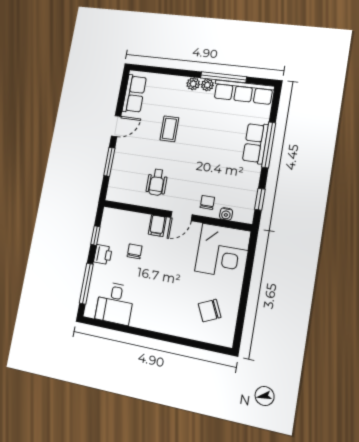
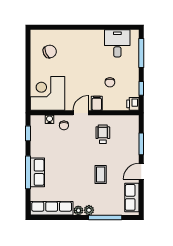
window: (223, 77) -> (105, 218), moved
printer: (103, 254) -> (133, 104), moved

